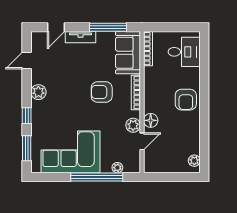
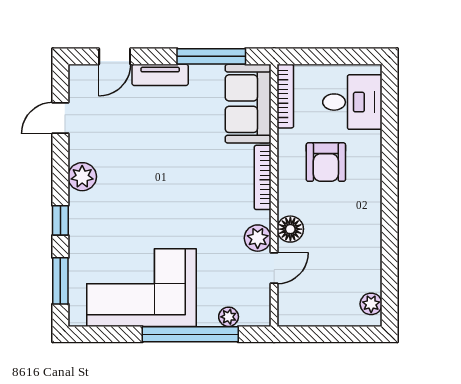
armchair: (102, 92) -> (199, 177), removed
armchair: (186, 100) -> (326, 162), moved

